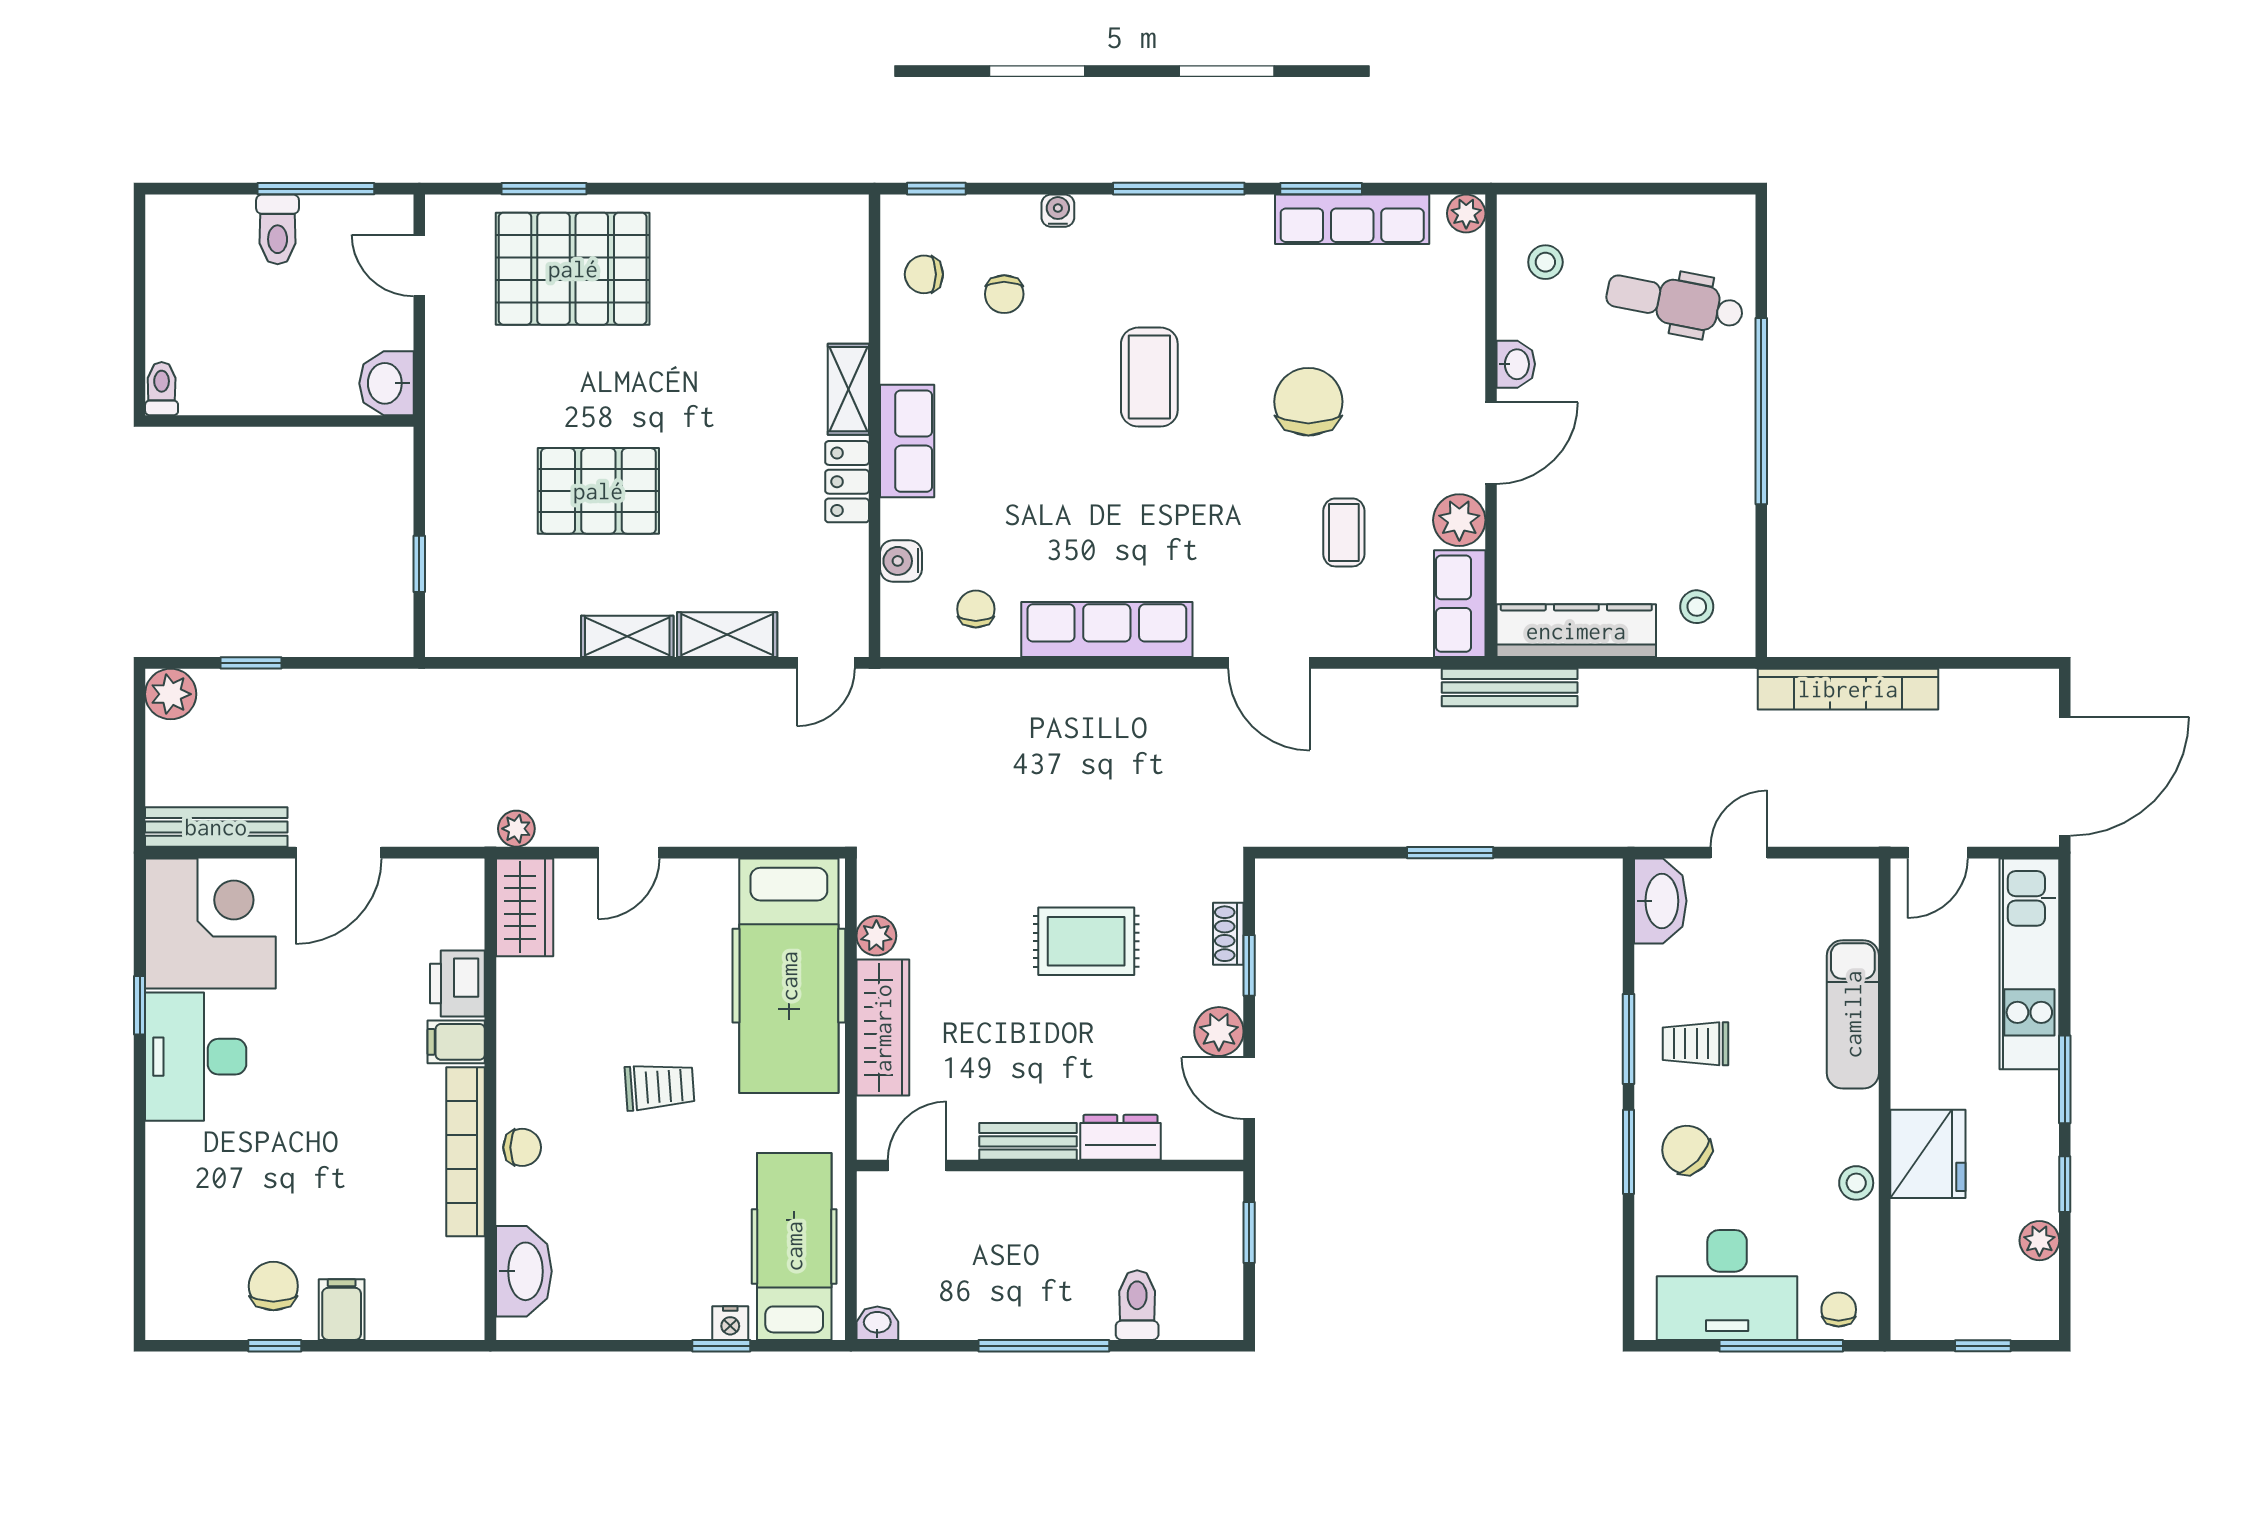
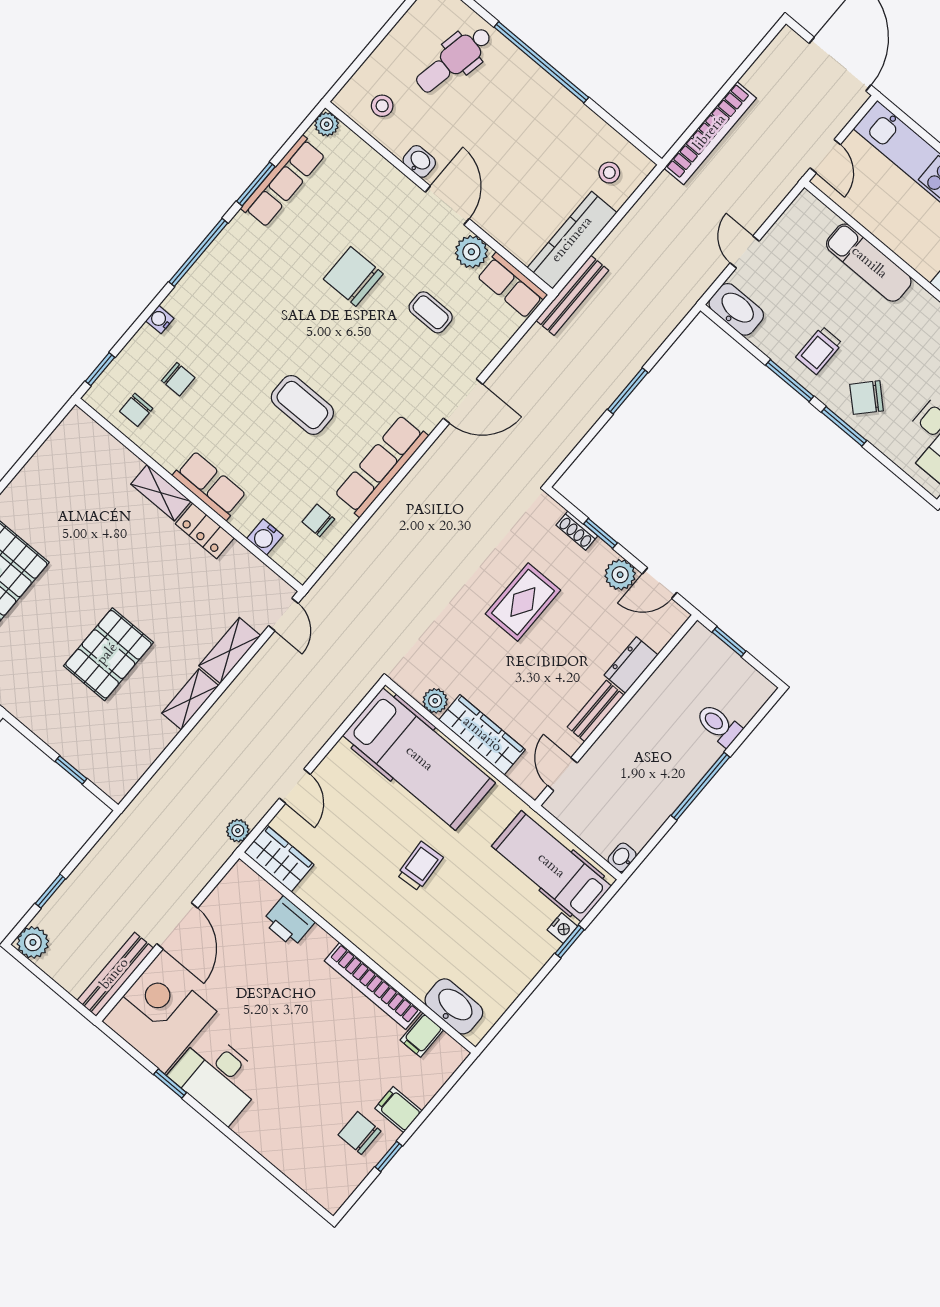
coffee table: (1149, 377) -> (302, 405), moved
filing cabinet: (456, 1042) -> (422, 1035), moved
chair: (522, 1147) -> (394, 957), removed

